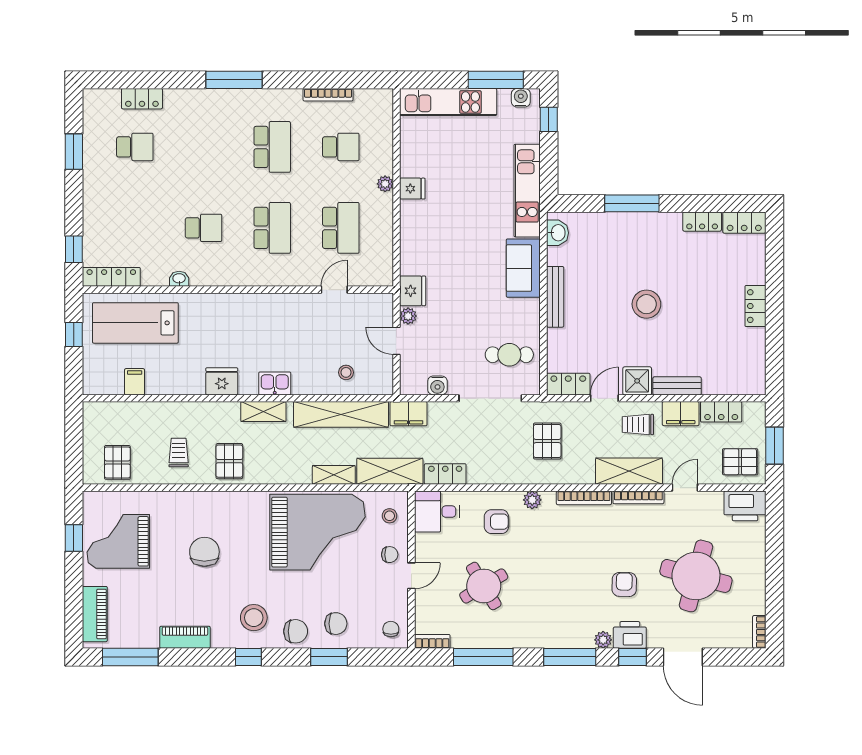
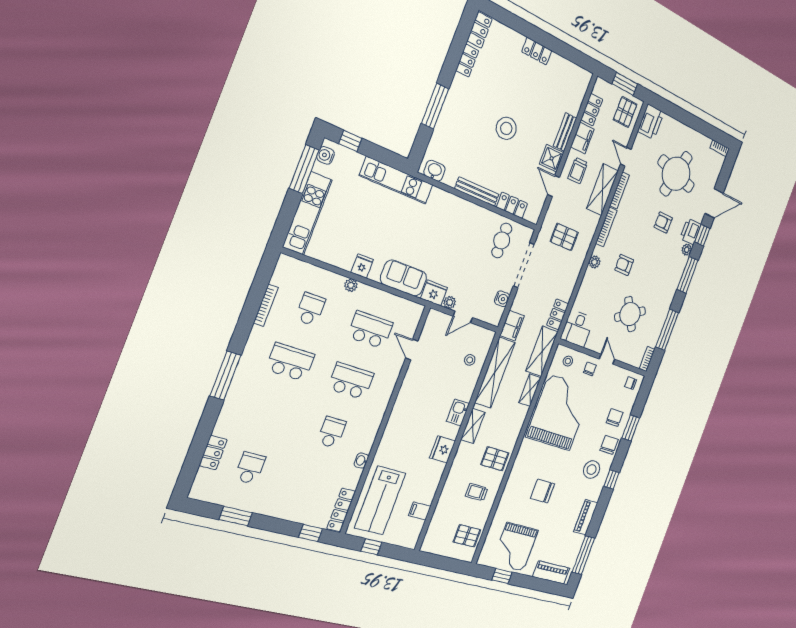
sofa: (523, 268) -> (404, 278), moved, turned 180
locker: (568, 384) -> (512, 205), moved, turned 90
armchair: (496, 522) -> (624, 265), moved, turned -90

